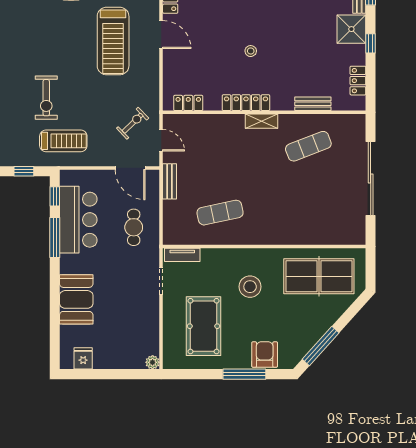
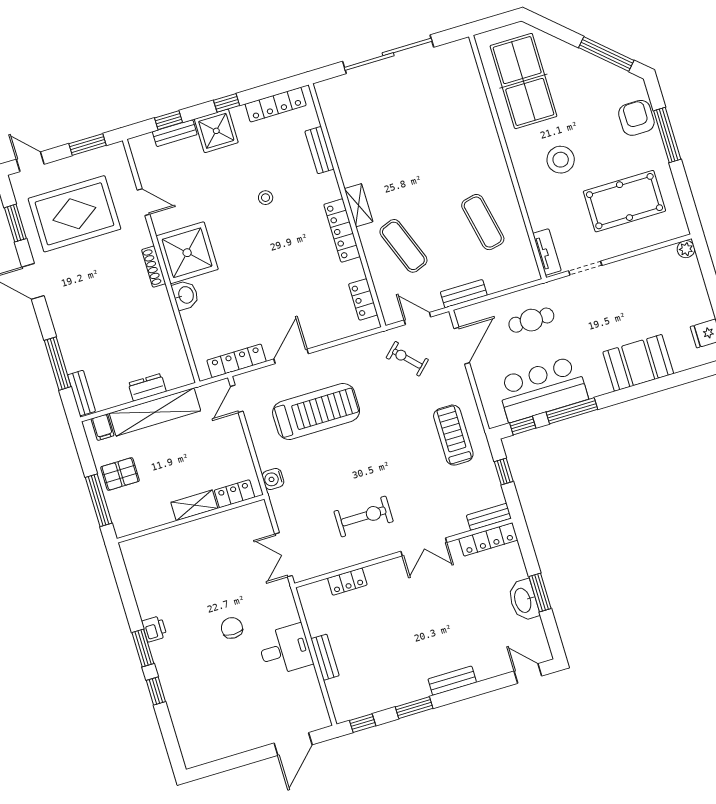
stool: (251, 51) -> (266, 198), moved
locker: (358, 81) -> (276, 105), width x1.53
exercise bike: (46, 98) -> (364, 516), moved
door: (161, 140) -> (417, 318), hinge flipped
exercise mat: (308, 146) -> (403, 246), moved
armchair: (265, 354) -> (636, 118), turned 90

